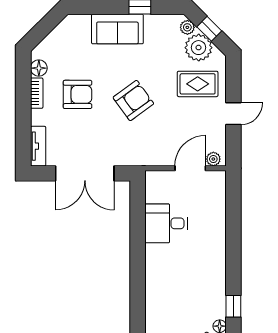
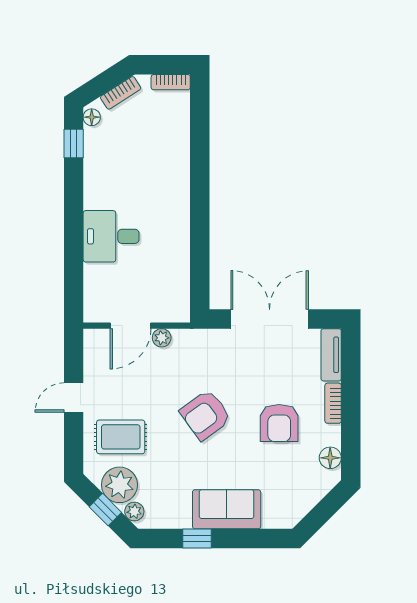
bookcase: (37, 93) -> (333, 403), moved
armchair: (77, 94) -> (279, 423), turned -90
plant: (213, 159) -> (162, 338), moved
desk: (166, 223) -> (111, 236), moved, turned 180

